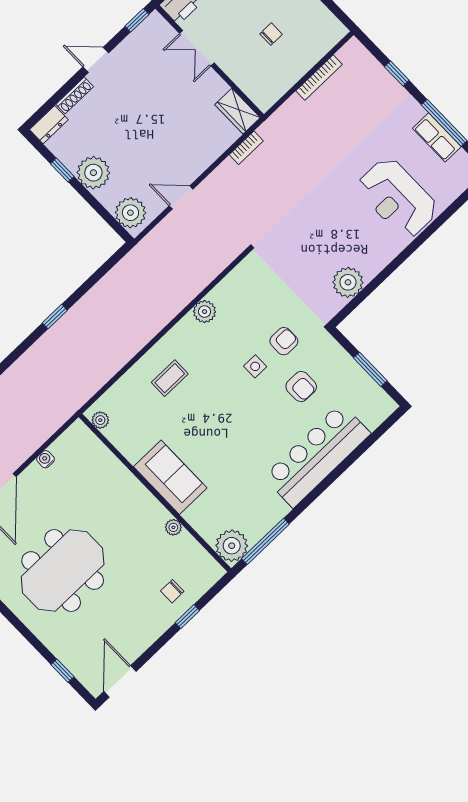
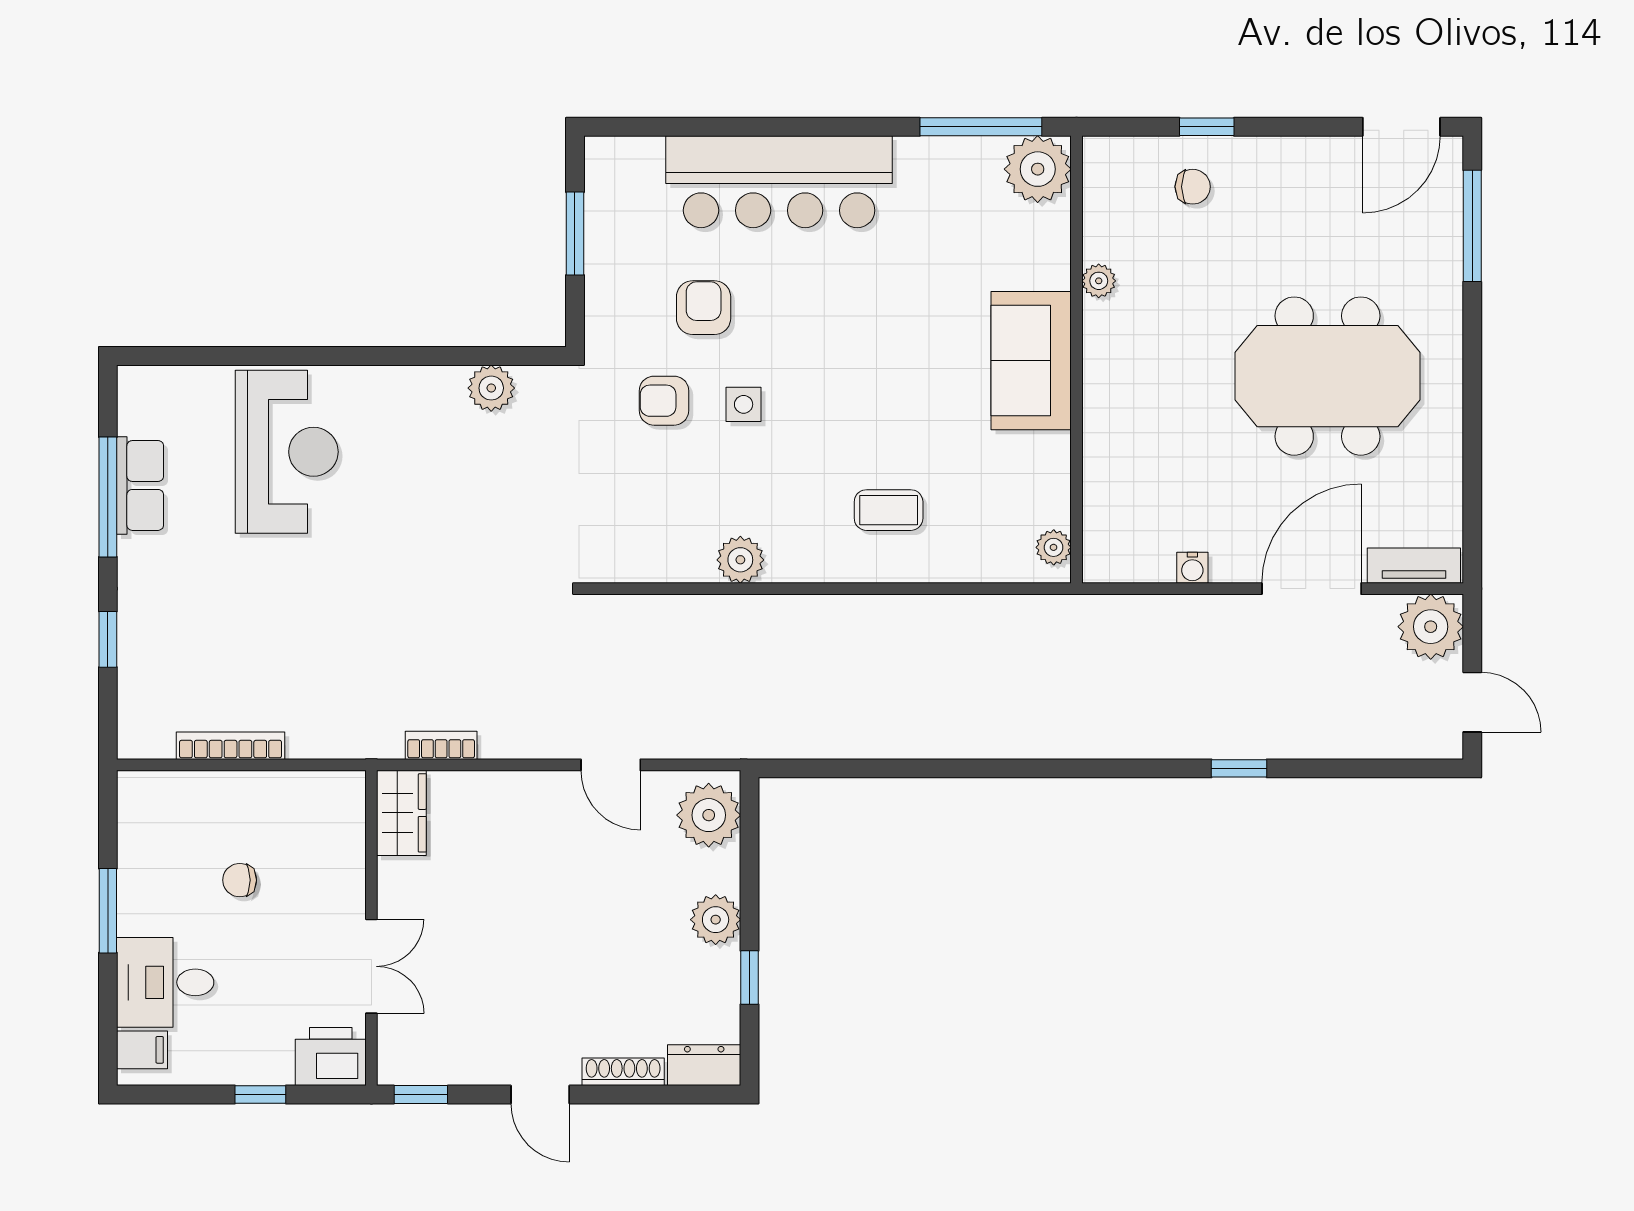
plant: (93, 173) -> (716, 920), width x0.73, depth x0.73
plant: (348, 282) -> (491, 388), width x0.73, depth x0.73
window: (55, 317) -> (972, 768), removed
window: (62, 671) -> (1472, 226), width x2.17

